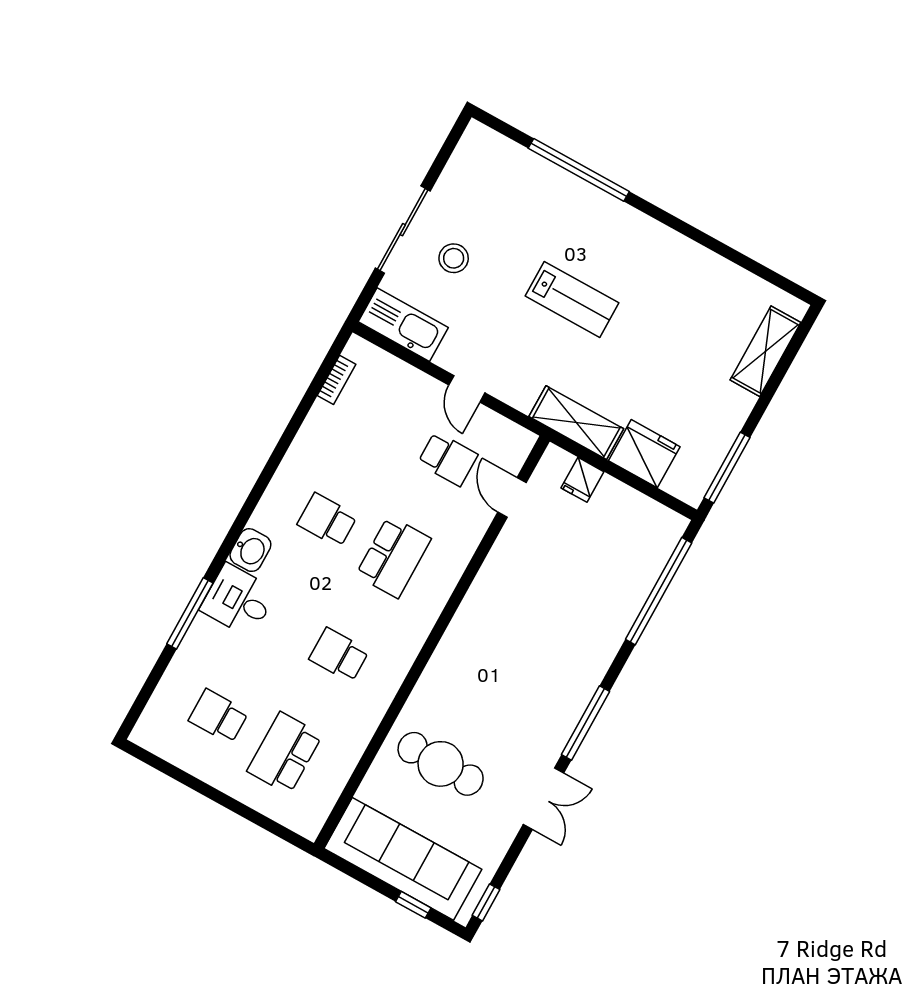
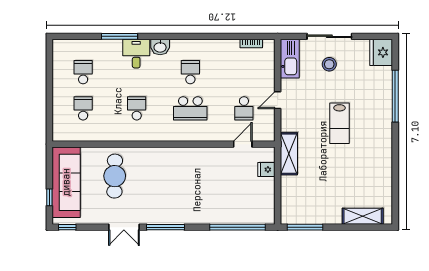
fridge: (644, 454) -> (381, 52), moved, turned 180
school desk: (285, 753) -> (83, 108), width x0.54

